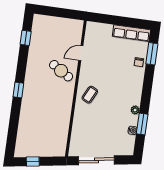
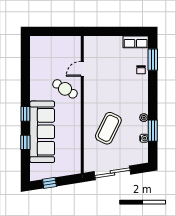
row of seats: (131, 33) -> (136, 42), width x0.68
window: (26, 38) -> (25, 142), moved
coffee table: (90, 95) -> (108, 128), moved, width x1.86, depth x1.72
sofa: (33, 110) -> (42, 132), added

